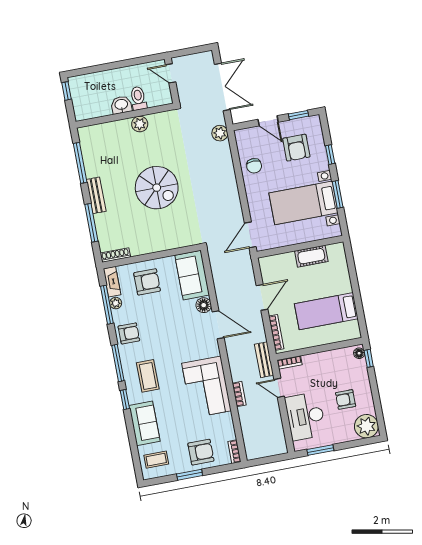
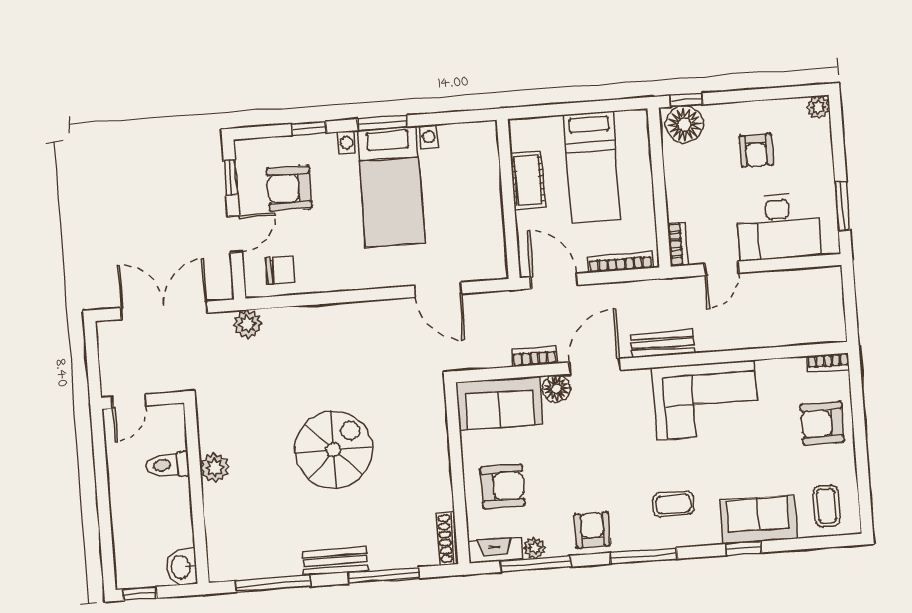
washbasin: (121, 105) -> (181, 567), moved
armchair: (296, 148) -> (289, 188), turned 180
chair: (254, 166) -> (280, 270), moved
wall: (300, 247) -> (508, 199), moved
cot: (311, 256) -> (528, 180), moved
armchair: (147, 282) -> (502, 486), turned 90
floor lamp: (359, 353) -> (684, 124), width x1.89, depth x1.89
bench: (264, 360) -> (662, 344), moved
coffee table: (148, 376) -> (673, 504), width x0.73, depth x0.77
bookcase: (239, 394) -> (534, 356), moved
window: (125, 400) -> (744, 548), moved
plant: (366, 426) -> (818, 107), width x0.53, depth x0.53
armchair: (201, 452) -> (822, 423), turned -90
window: (190, 475) -> (861, 448), removed

